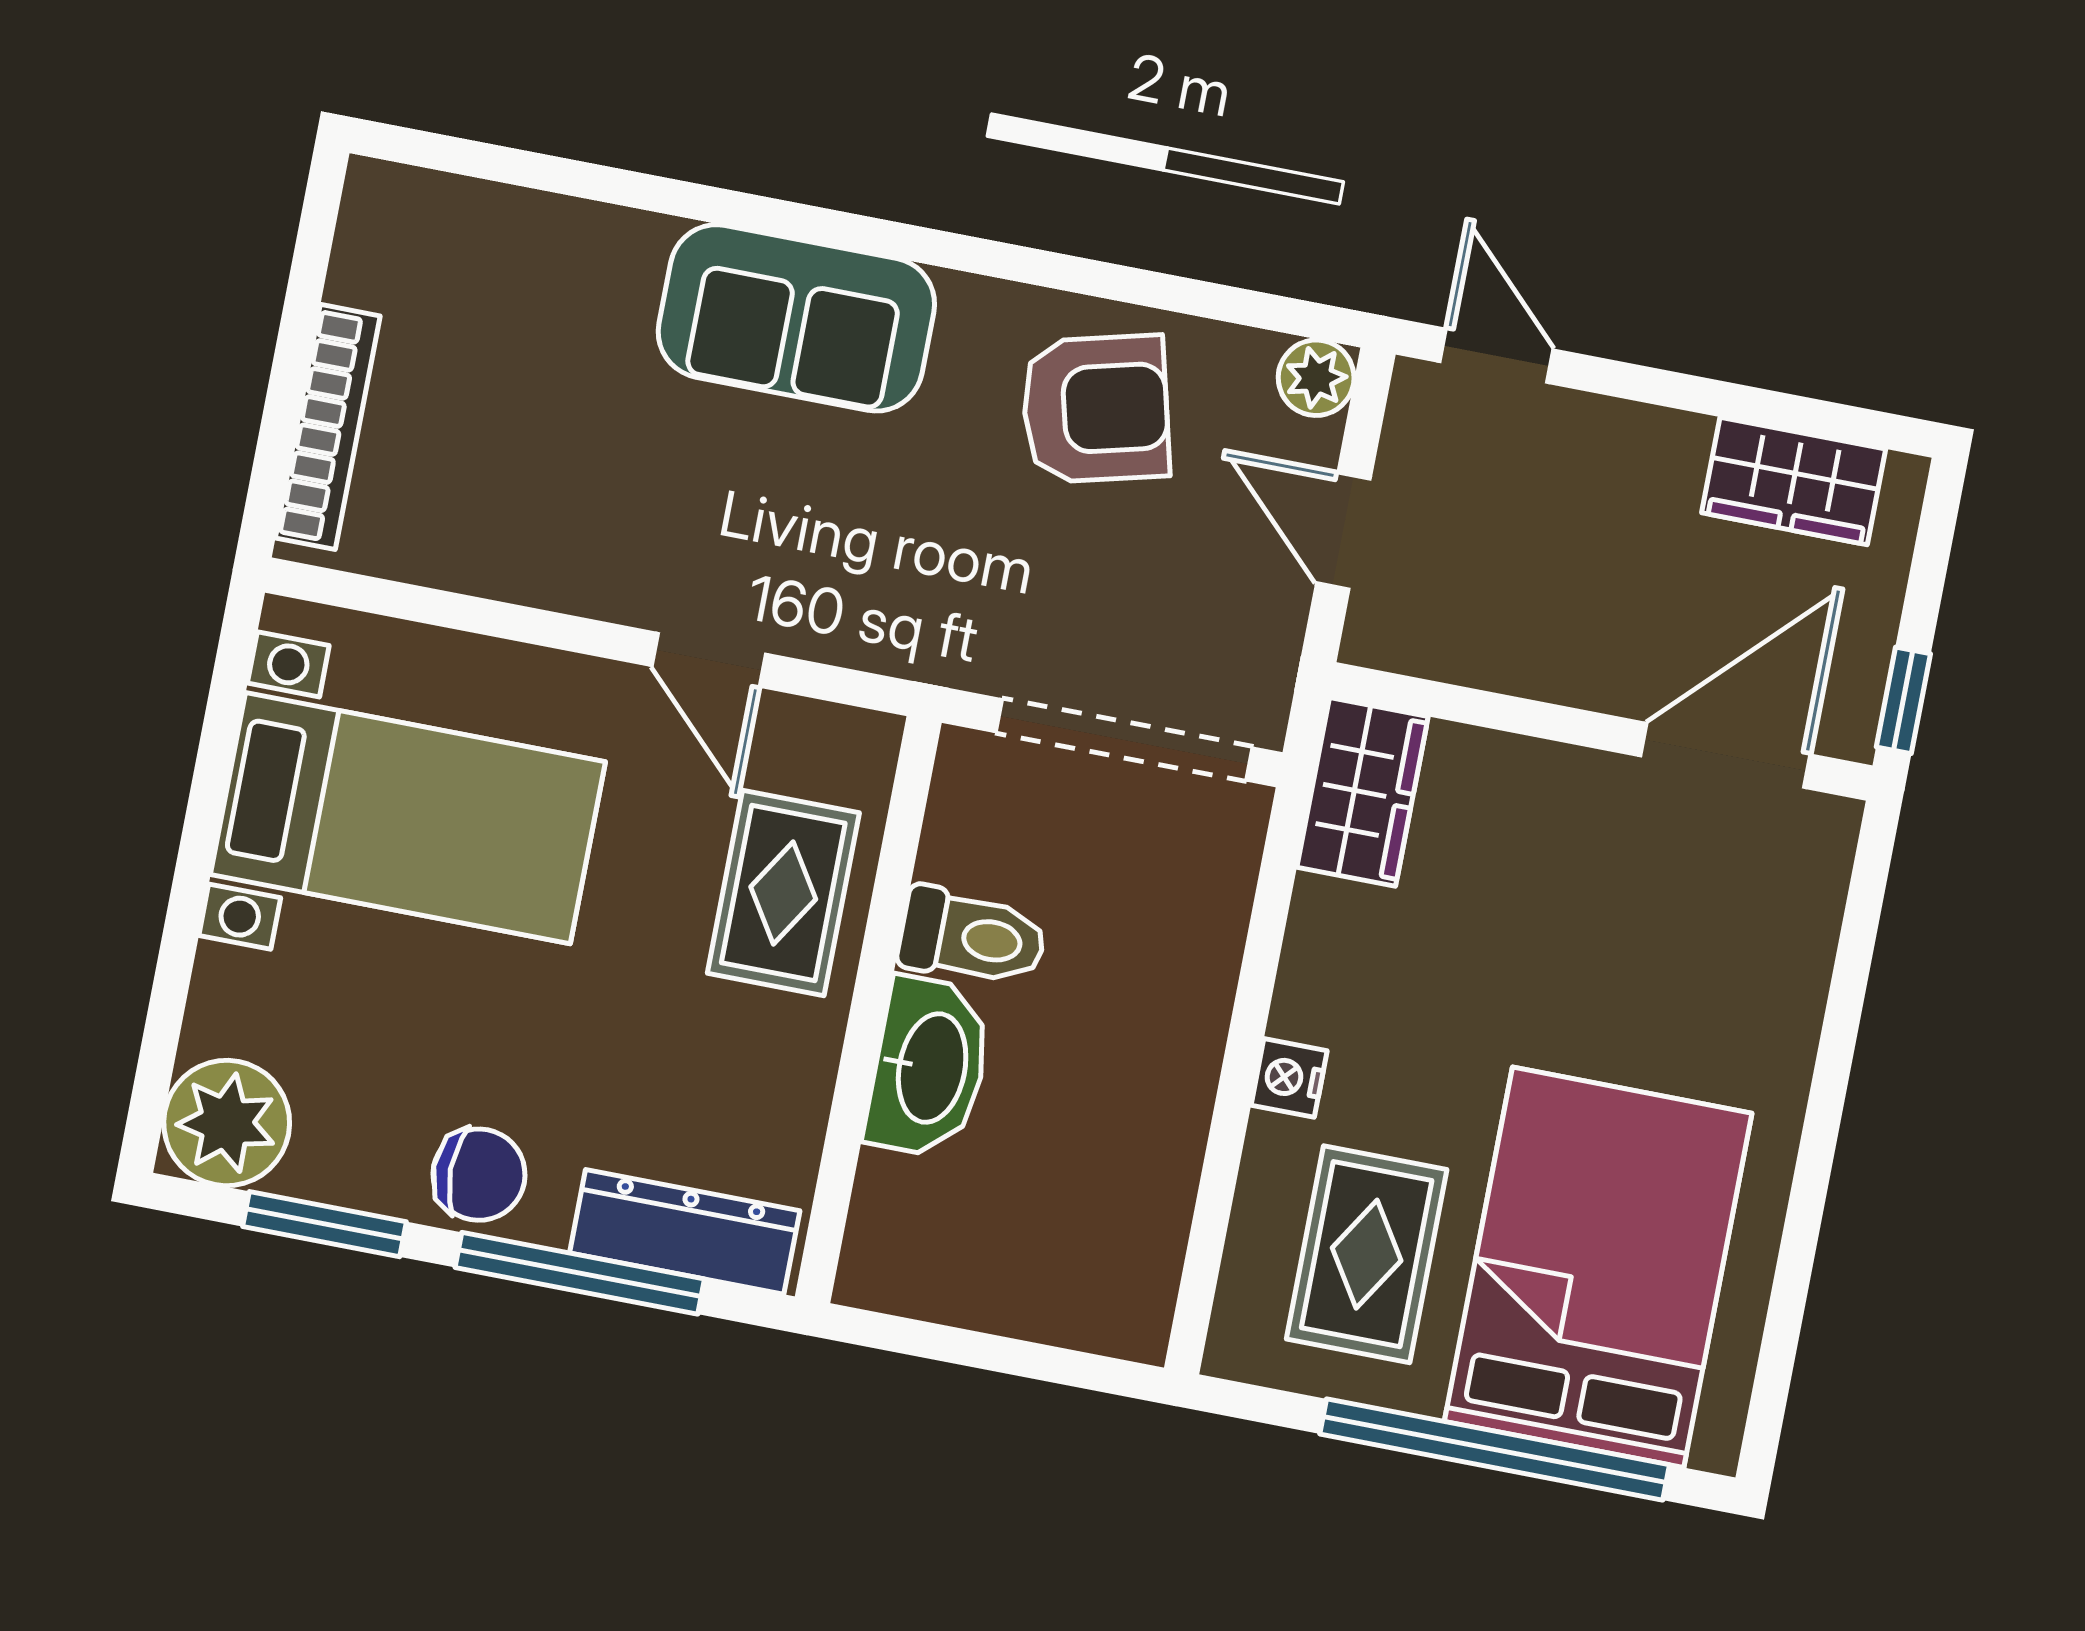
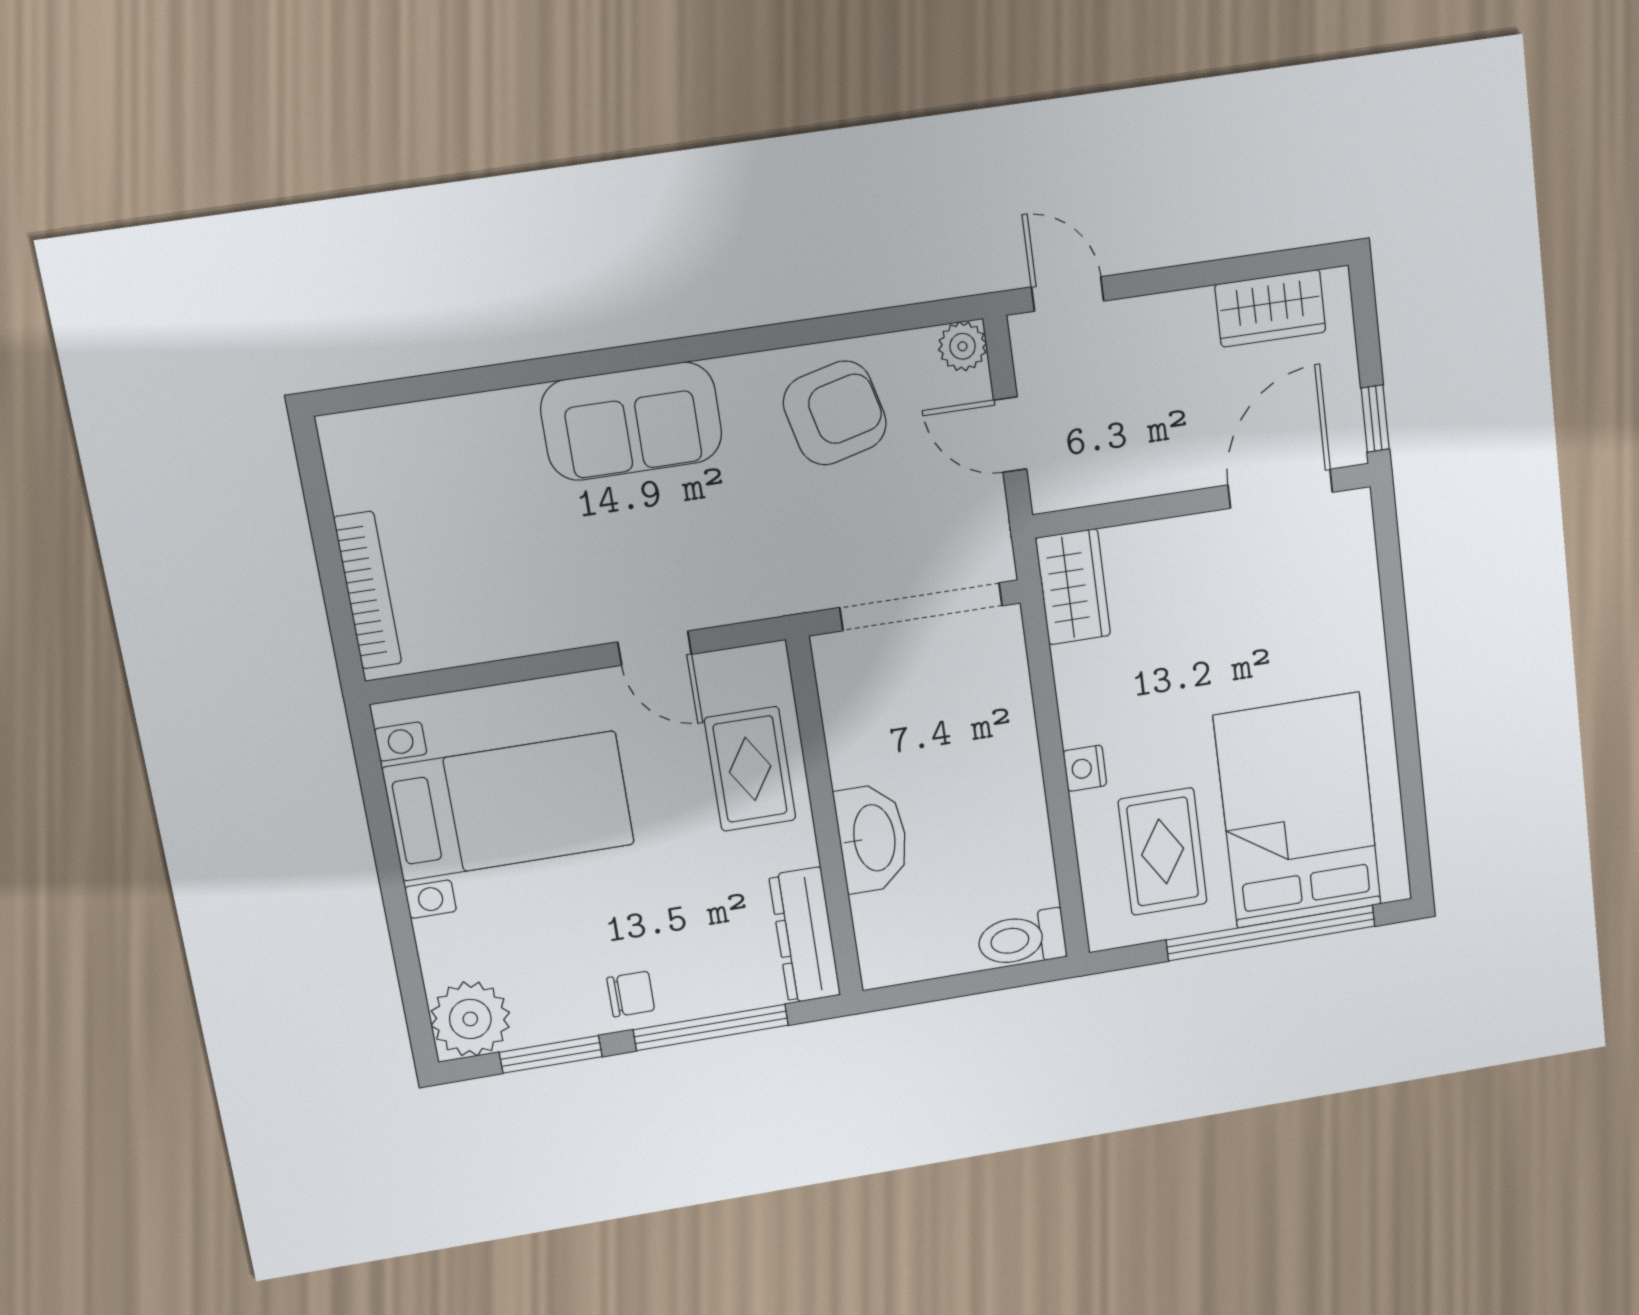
toilet: (972, 937) -> (1022, 939), moved, turned 180
chair: (479, 1175) -> (631, 994), width x0.73, depth x0.73
dresser: (685, 1232) -> (805, 935), moved, turned -90

